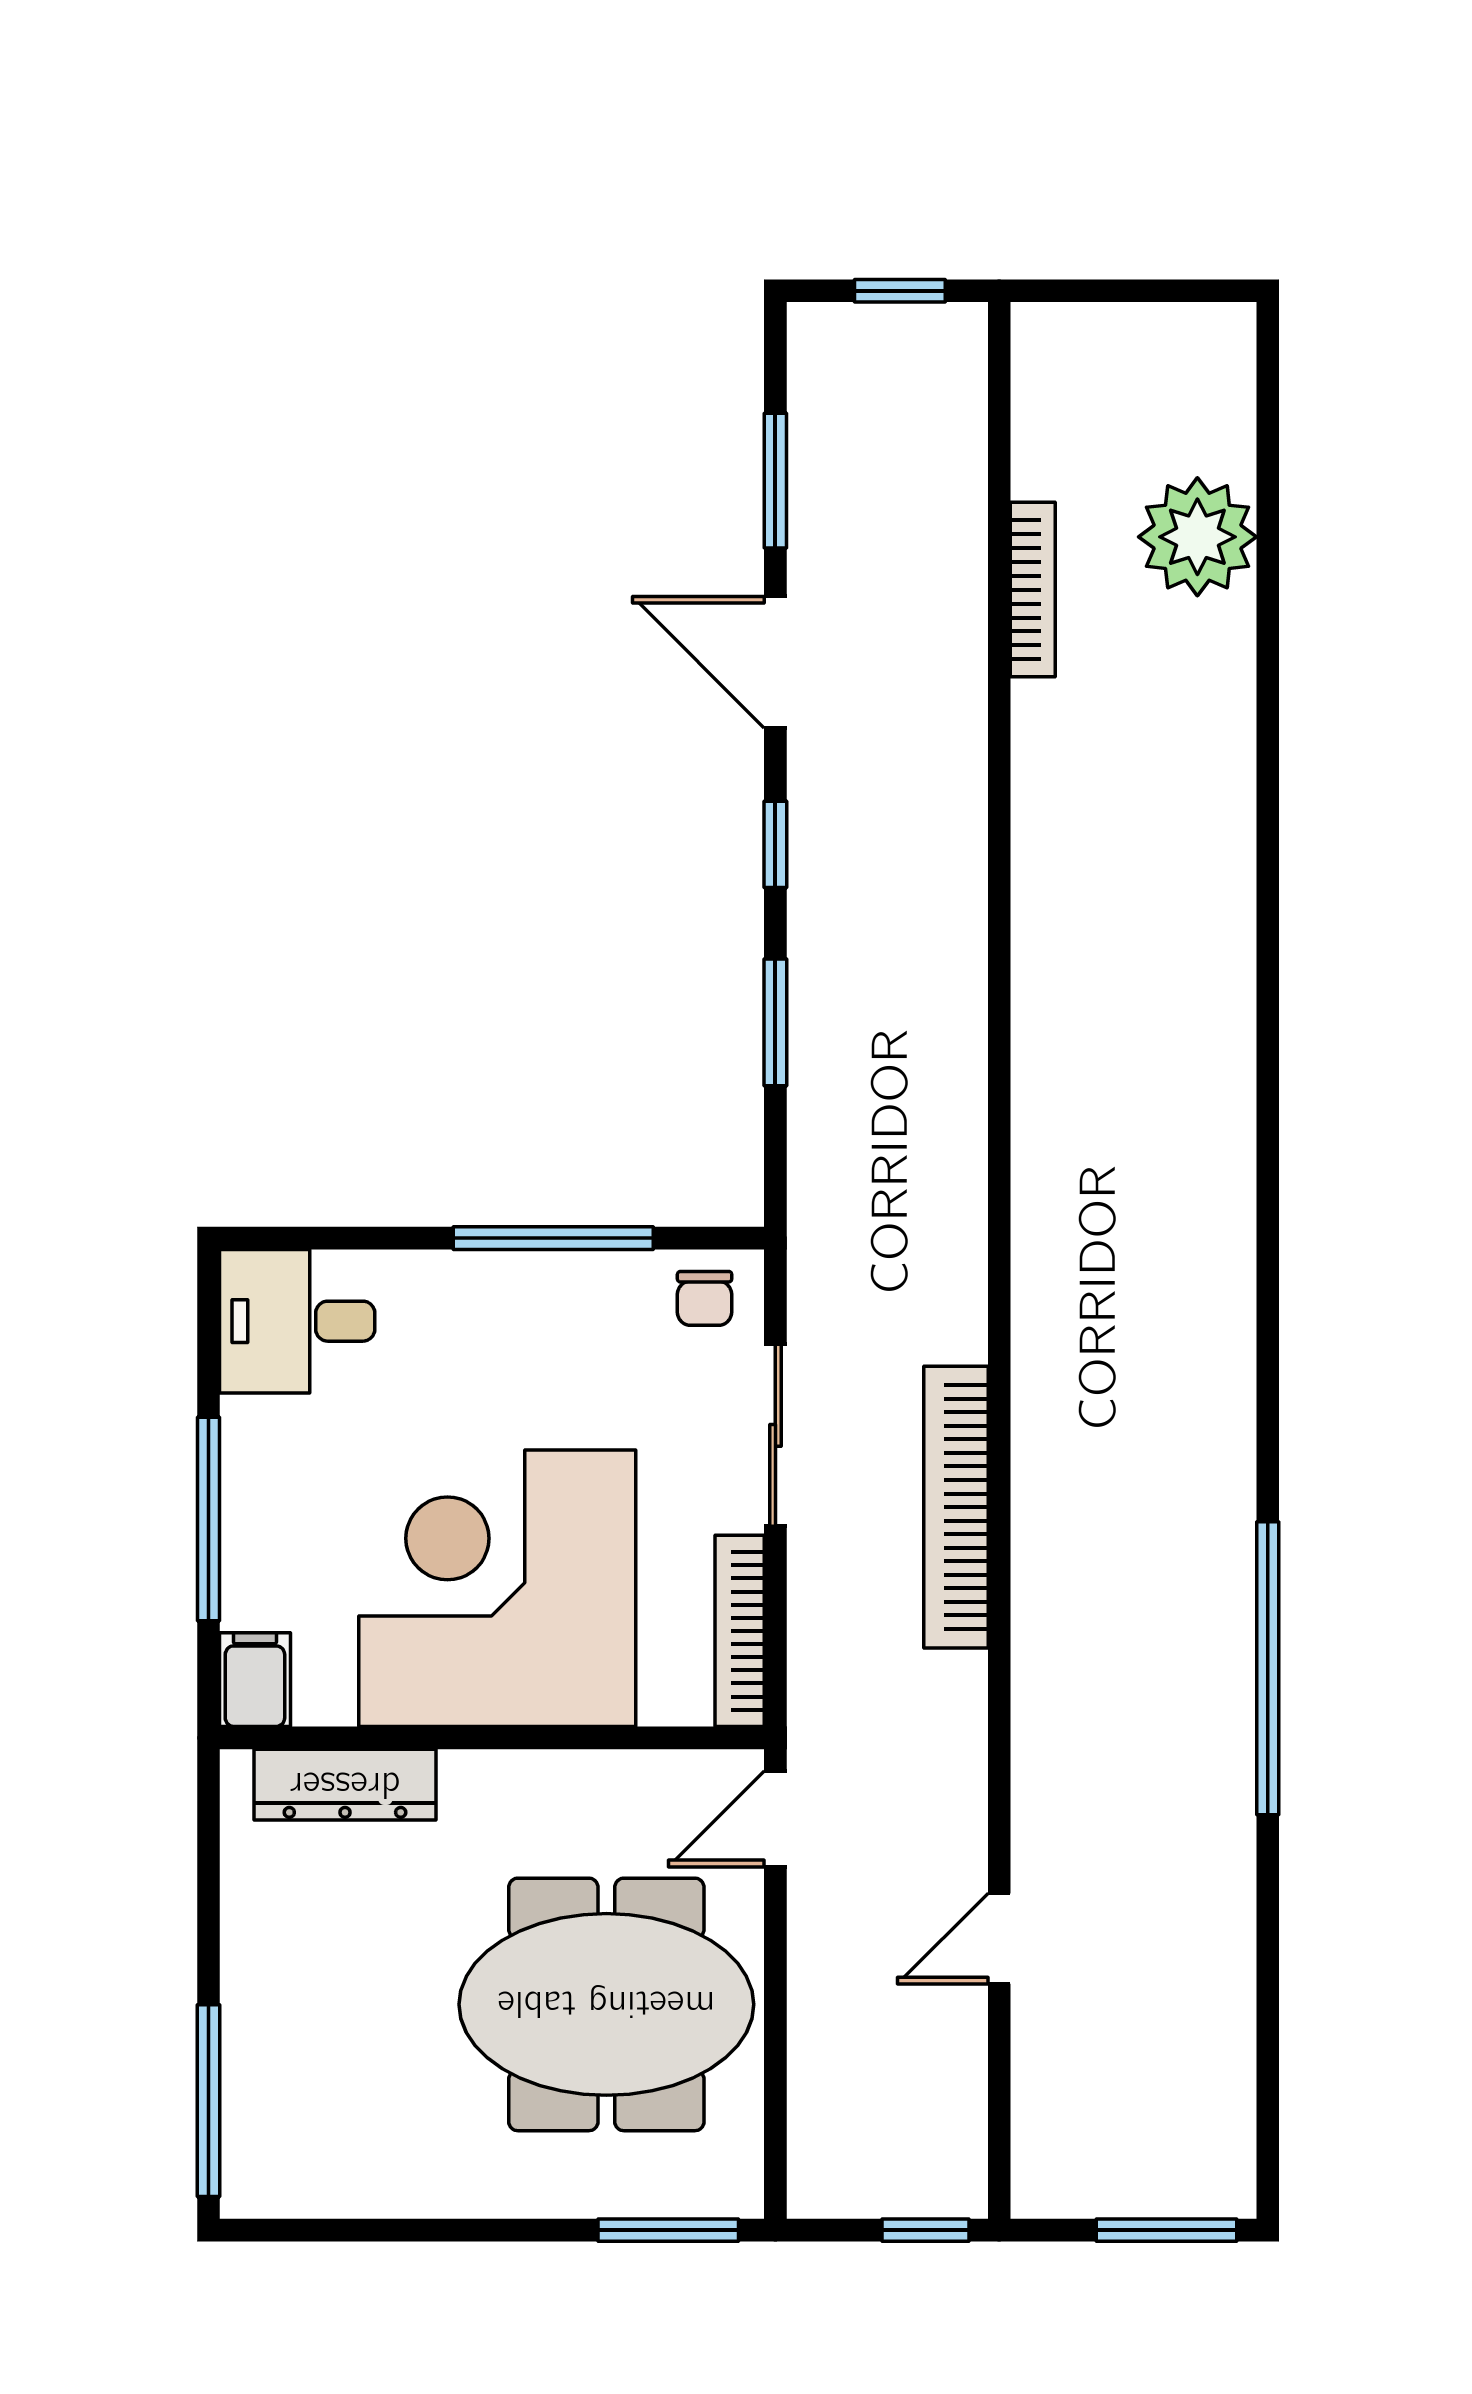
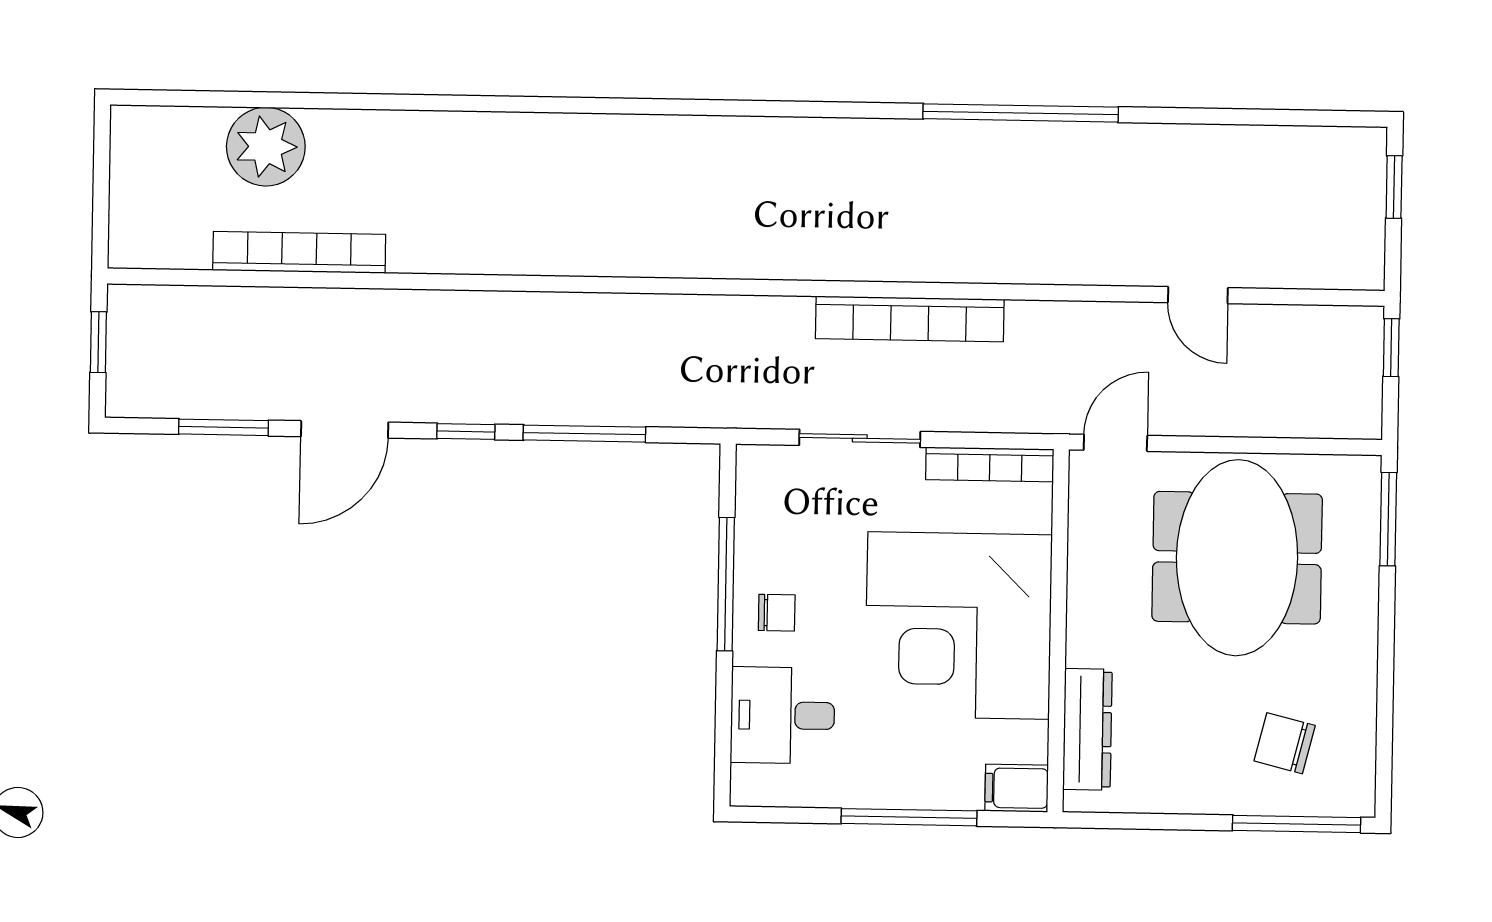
bookcase: (1033, 590) -> (299, 252), width x1.48, depth x1.31
window: (775, 1022) -> (584, 434), width x1.44
chair: (705, 1298) -> (777, 613), moved
desk: (297, 1321) -> (783, 715), moved, turned 90
door: (775, 1819) -> (1115, 443), swing flipped
chair: (329, 2081) -> (1285, 743), added
window: (1167, 2230) -> (1394, 187), width x0.67

